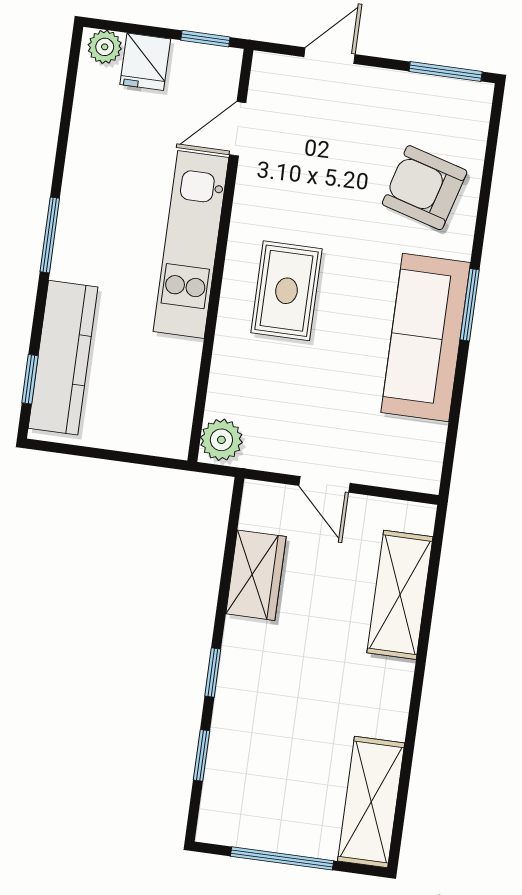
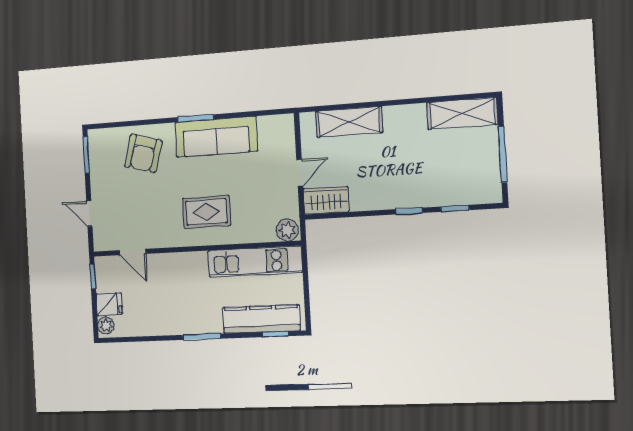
kitchen unit: (191, 244) -> (255, 261), moved
wardrobe: (256, 575) -> (326, 200), moved

